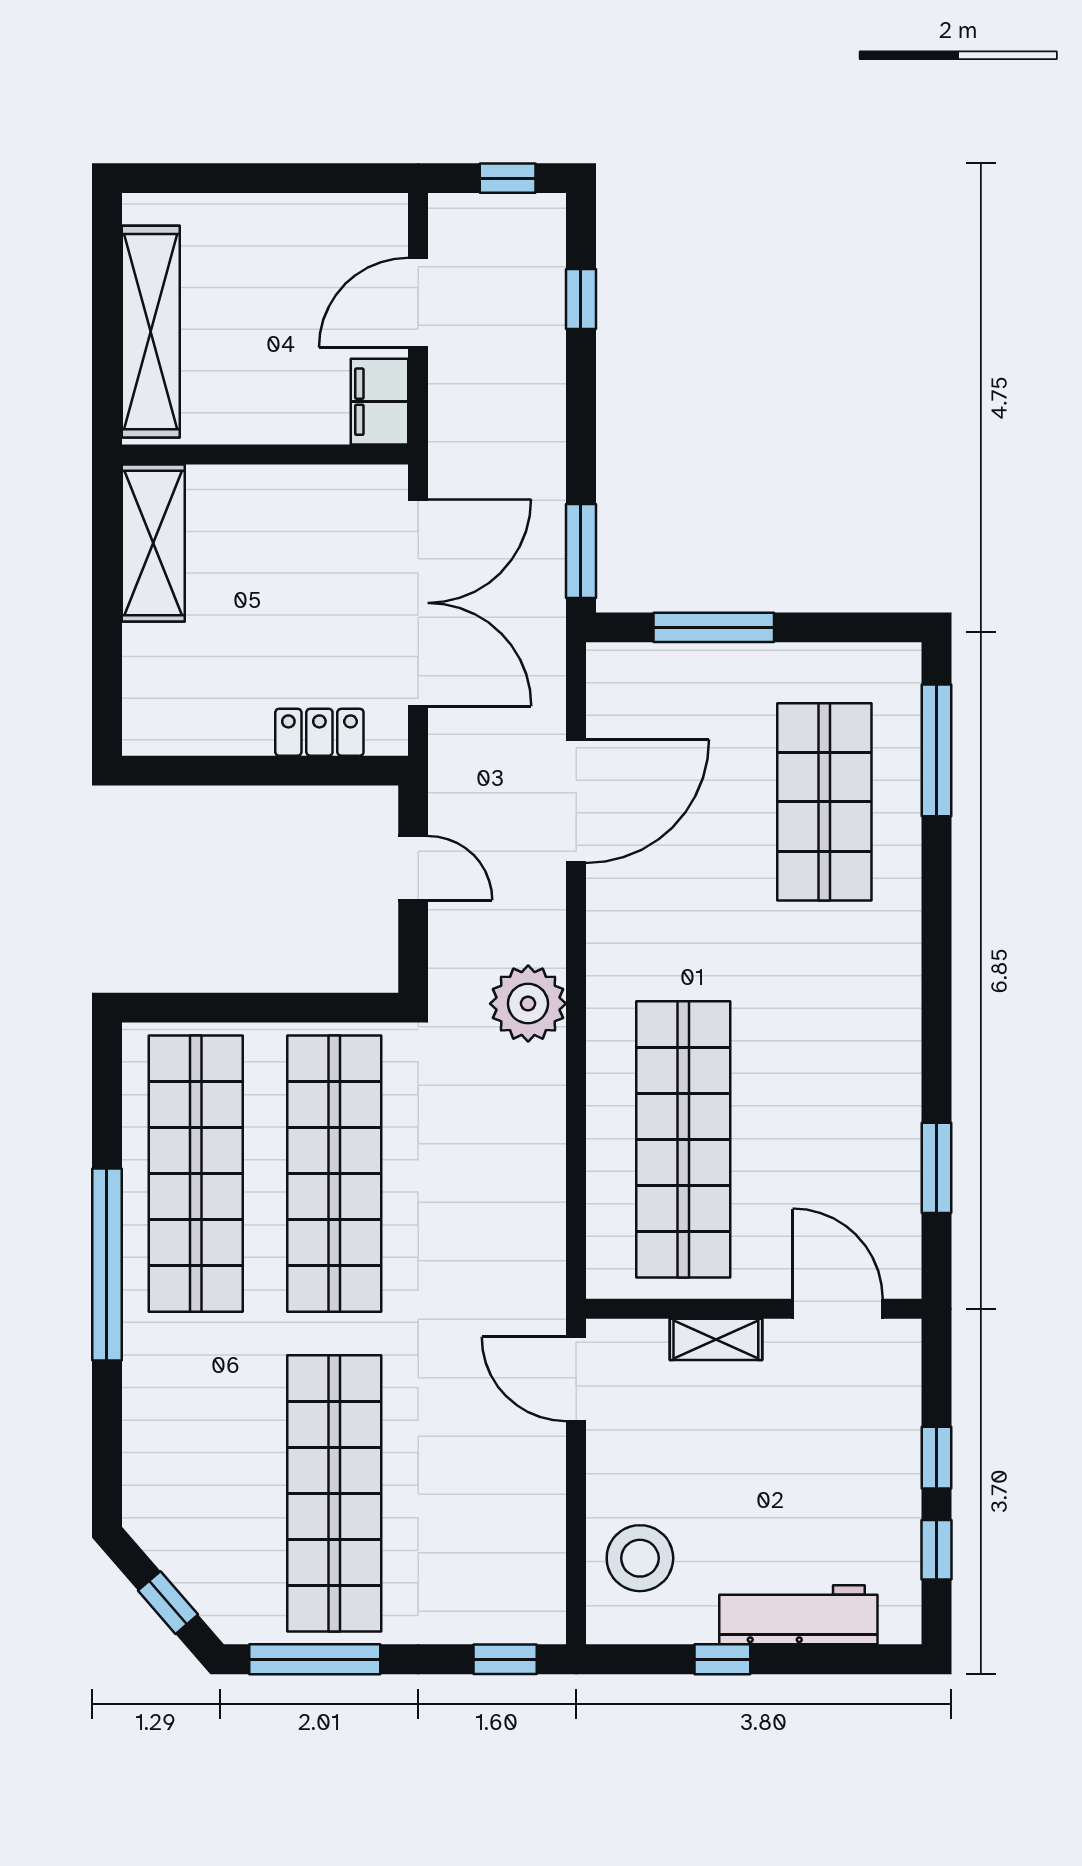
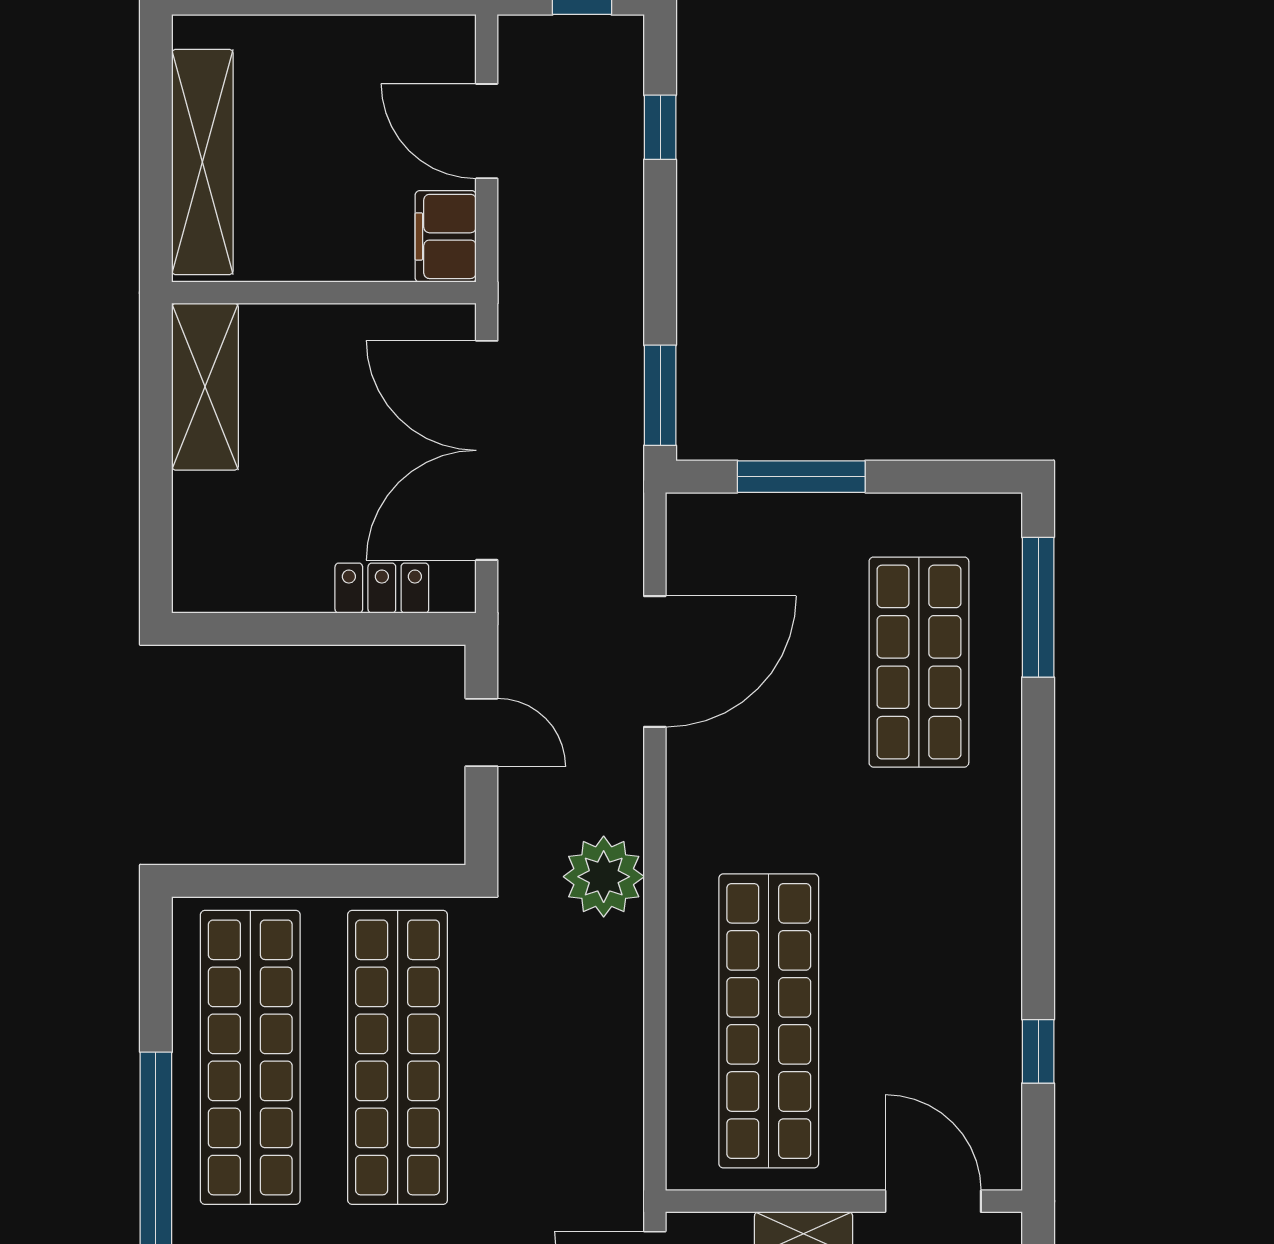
door: (418, 303) -> (487, 131), hinge flipped
double door: (418, 603) -> (487, 450), swing flipped
window: (936, 1168) -> (1038, 1051), width x0.67

